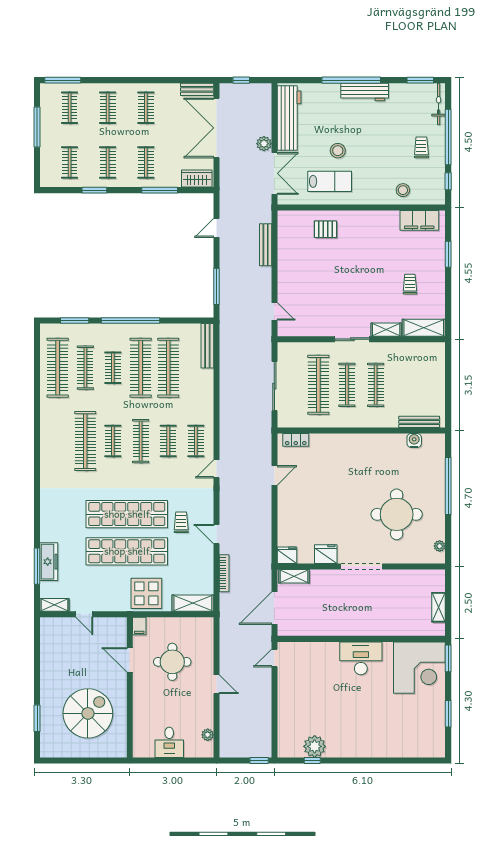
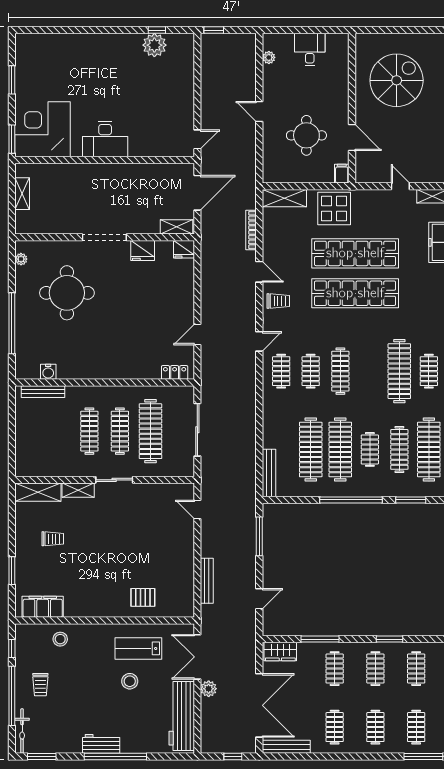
bench: (197, 89) -> (286, 747), width x1.36
workbench: (365, 92) -> (101, 744), width x0.73
trolley: (410, 284) -> (53, 539), turned -90
clothes rail: (113, 441) -> (429, 371), moved
trolley: (181, 522) -> (278, 301), moved, turned -90
spiral stairs: (88, 713) -> (397, 80), turned 180

